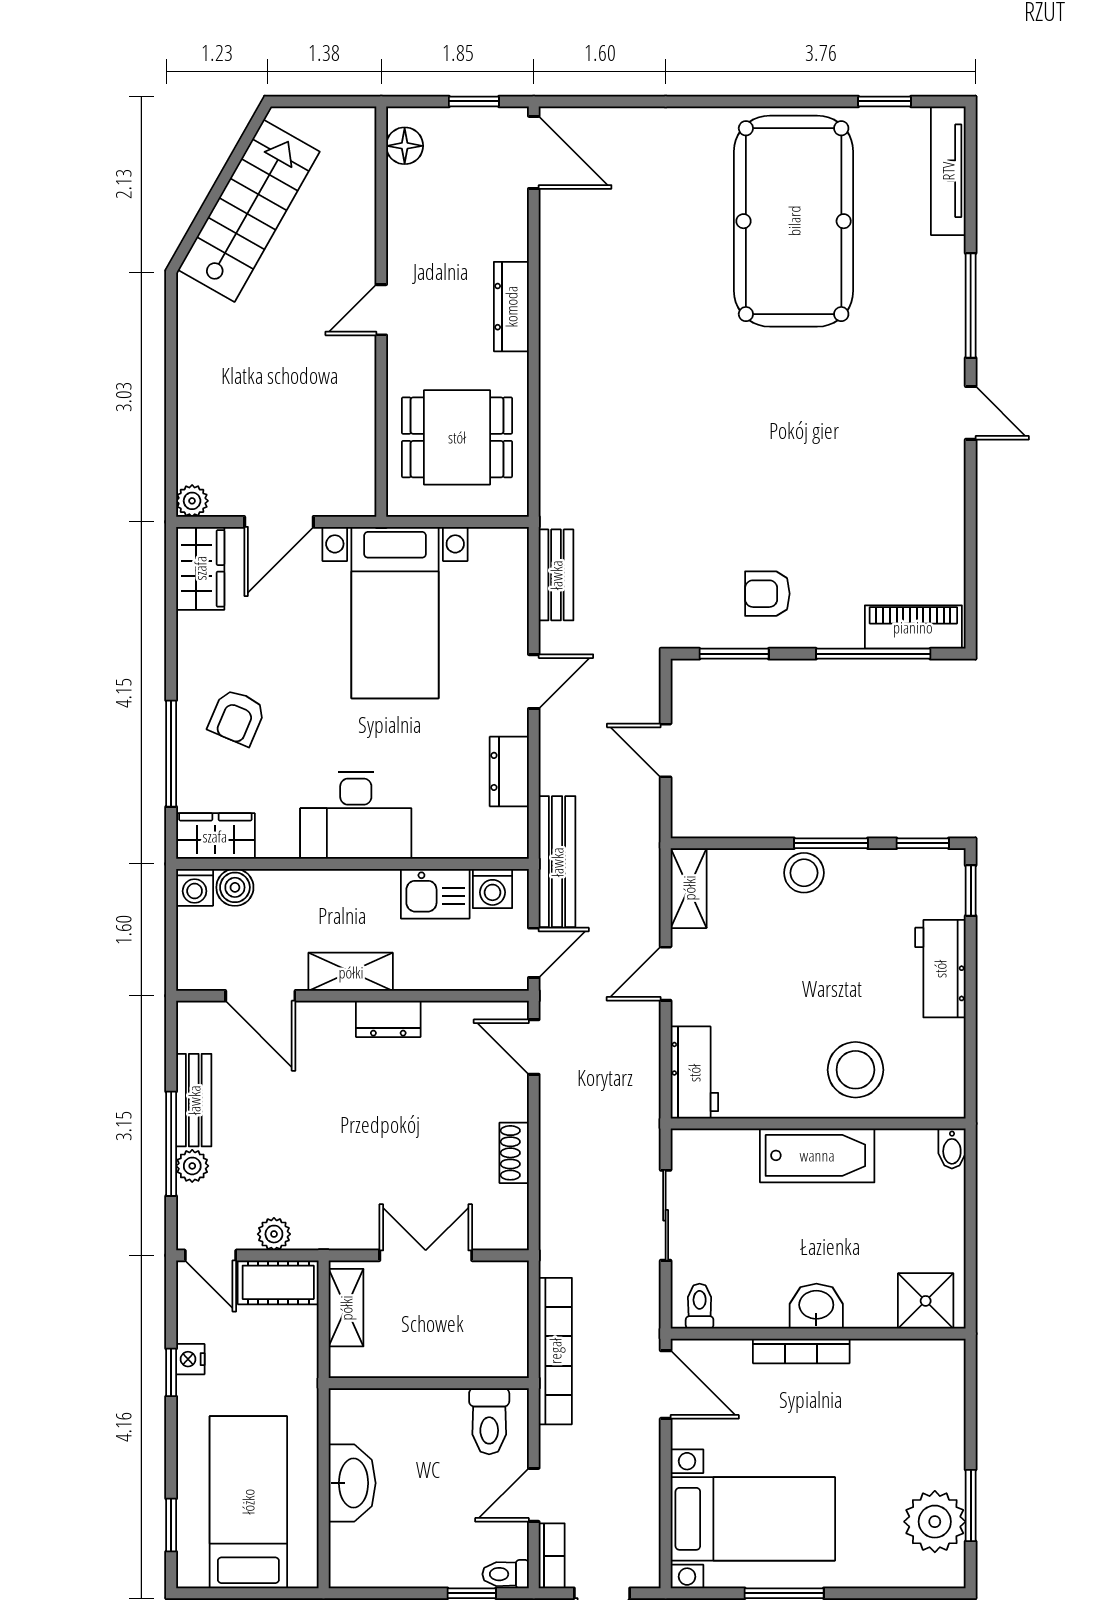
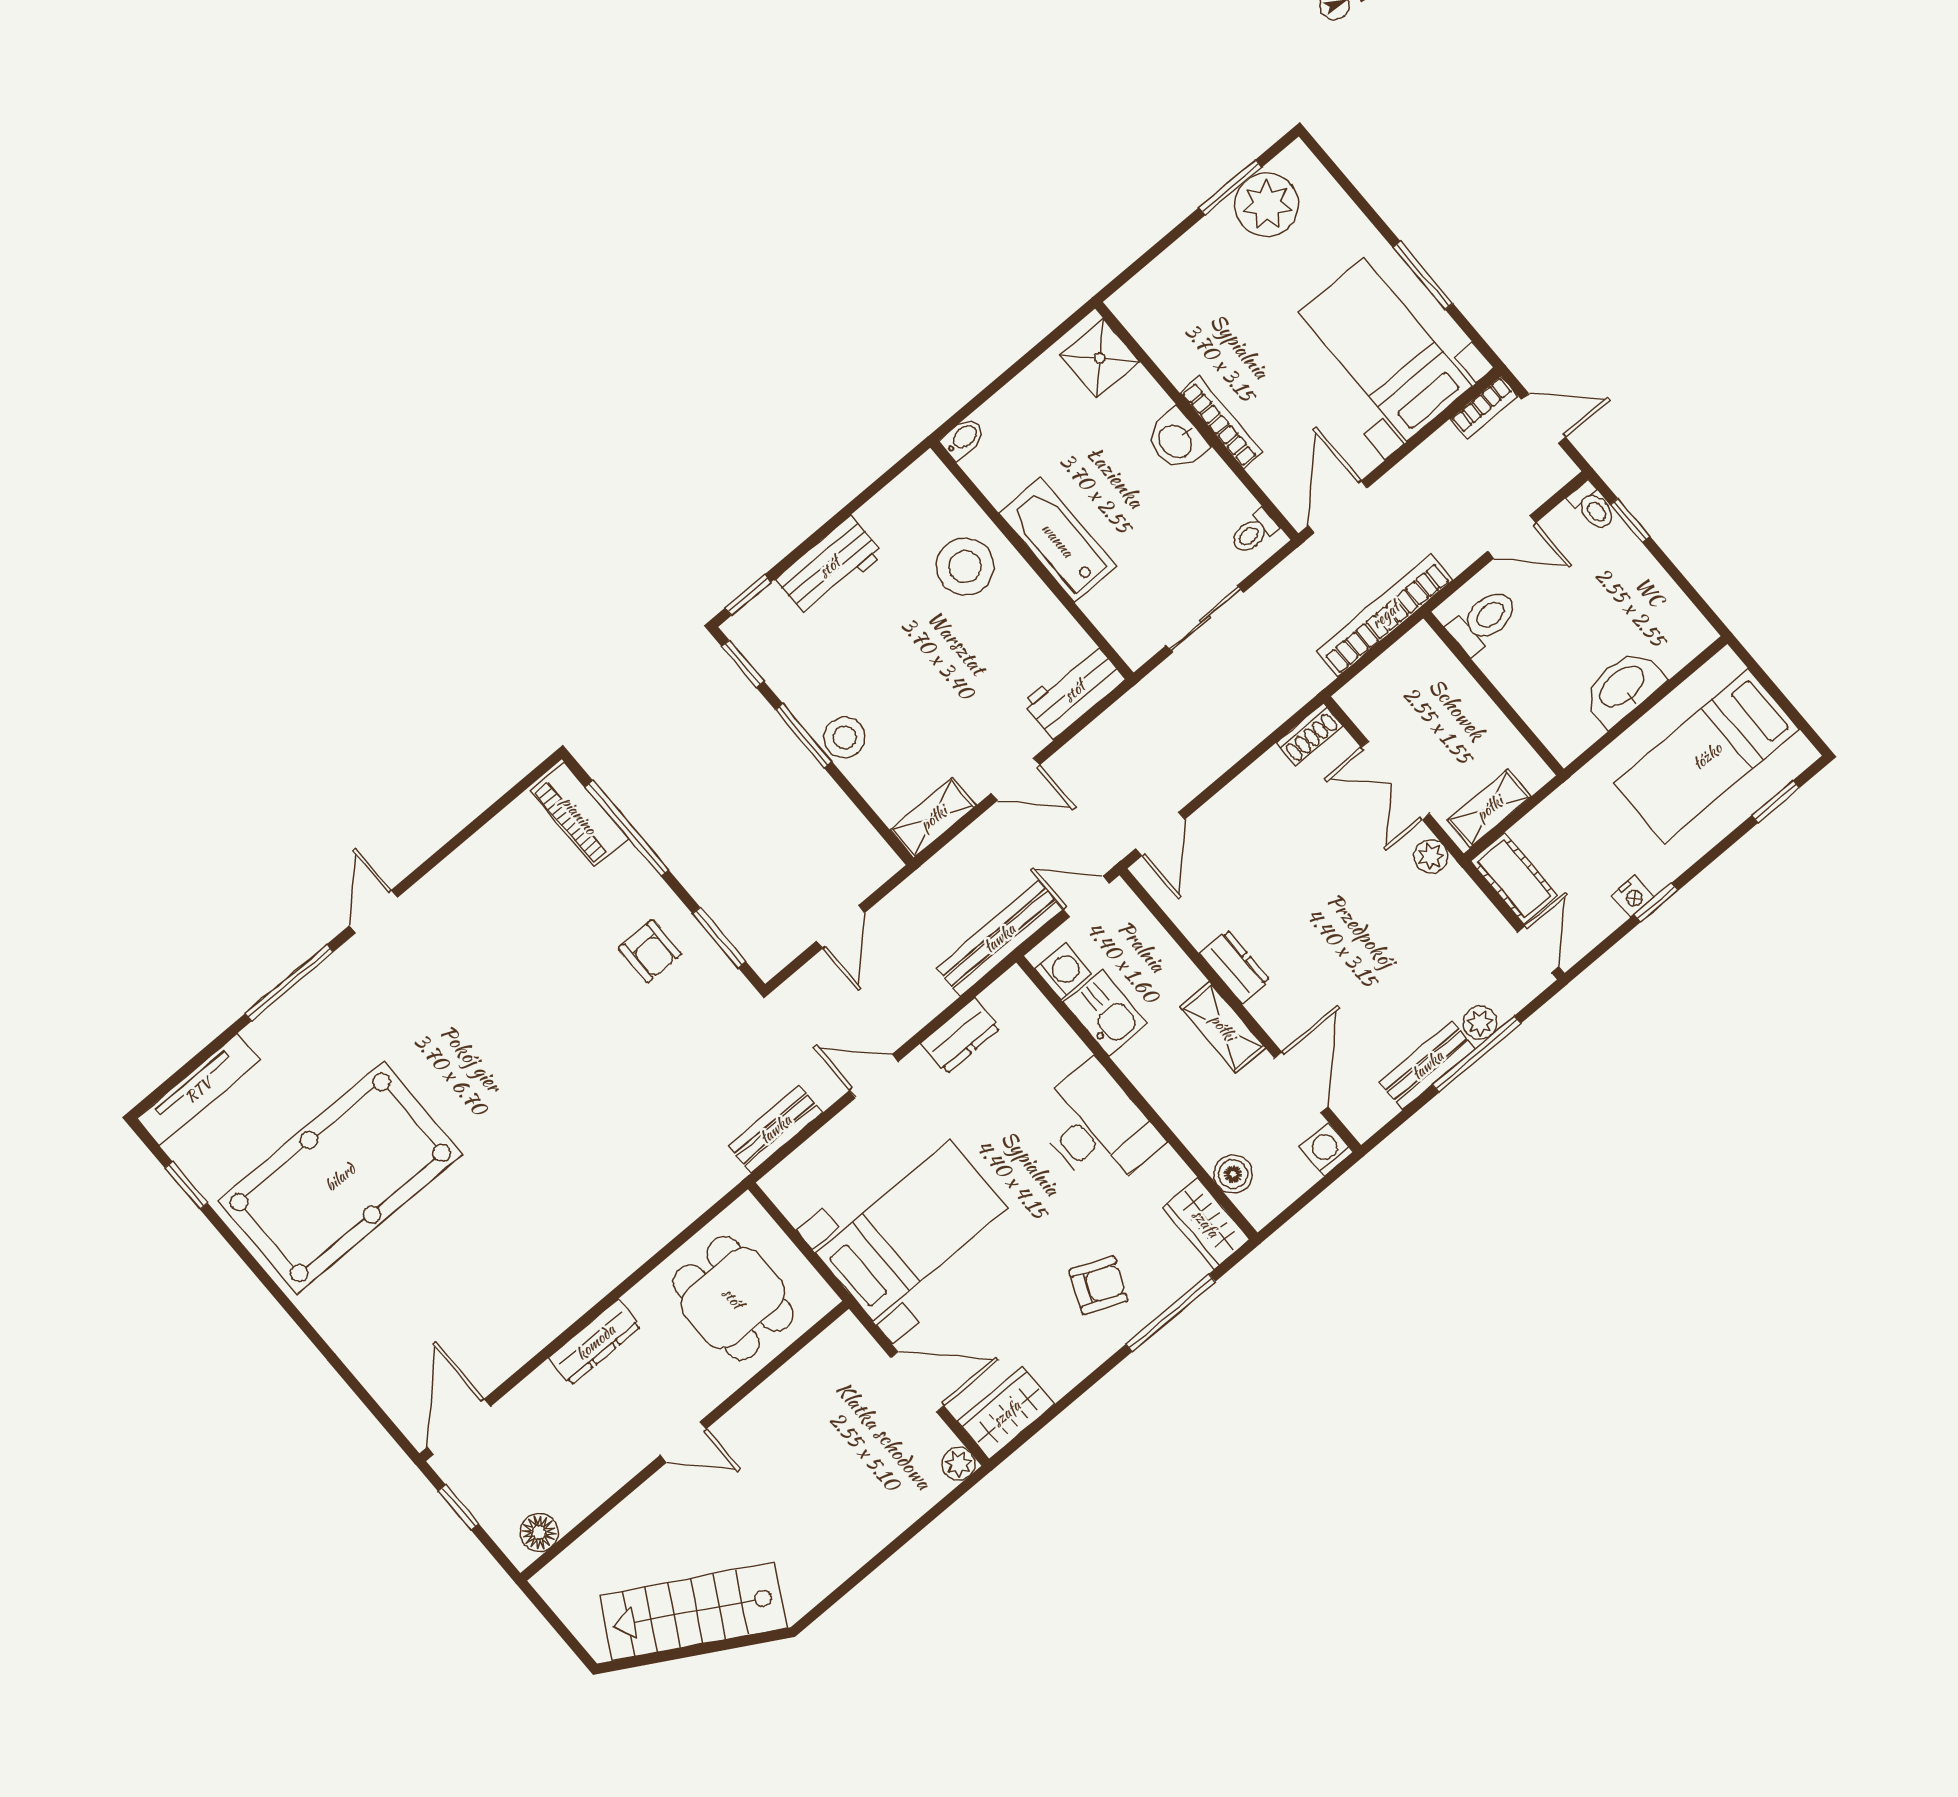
washing machine: (195, 887) -> (1327, 1149), moved, turned -90
shoe rack: (514, 1153) -> (1309, 735), moved
plant: (274, 1234) -> (1431, 856), moved
bookcase: (552, 1556) -> (1484, 407), moved, turned 180

